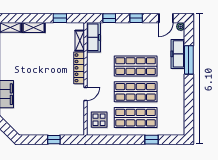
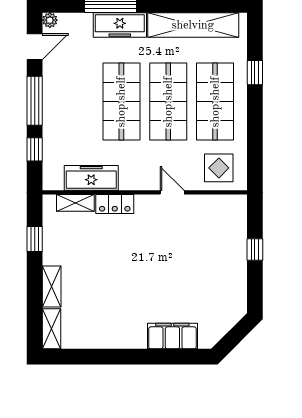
window: (136, 18) -> (35, 101), width x2.17
door: (166, 18) -> (35, 47), hinge flipped
freezer: (93, 37) -> (91, 178), moved
freezer: (178, 54) -> (120, 25), moved
locker: (79, 68) -> (115, 204), width x0.66
shelving: (178, 106) -> (193, 25), added

